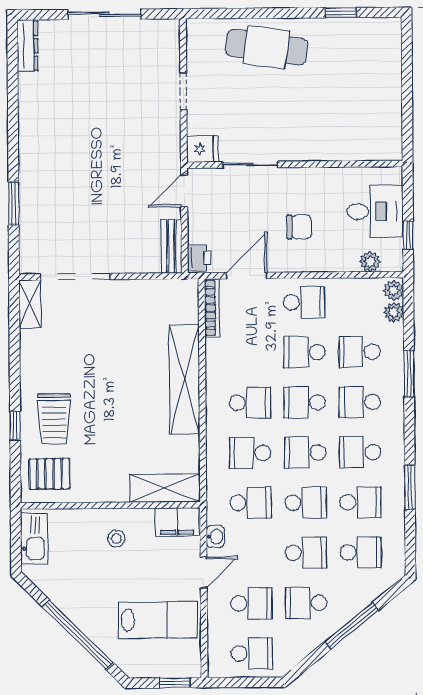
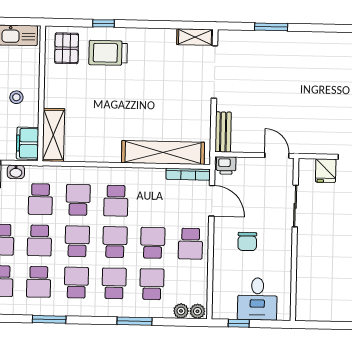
fridge: (202, 149) -> (326, 171), moved
bench: (171, 246) -> (223, 132), moved, turned 90
plant: (370, 262) -> (220, 294), removed
shelving: (184, 379) -> (163, 152), moved

